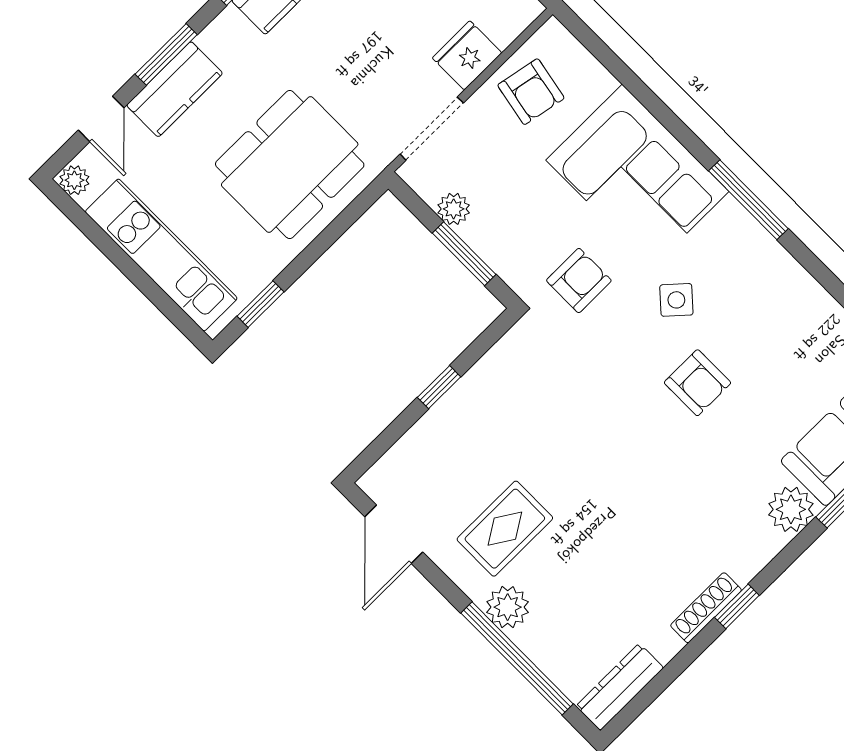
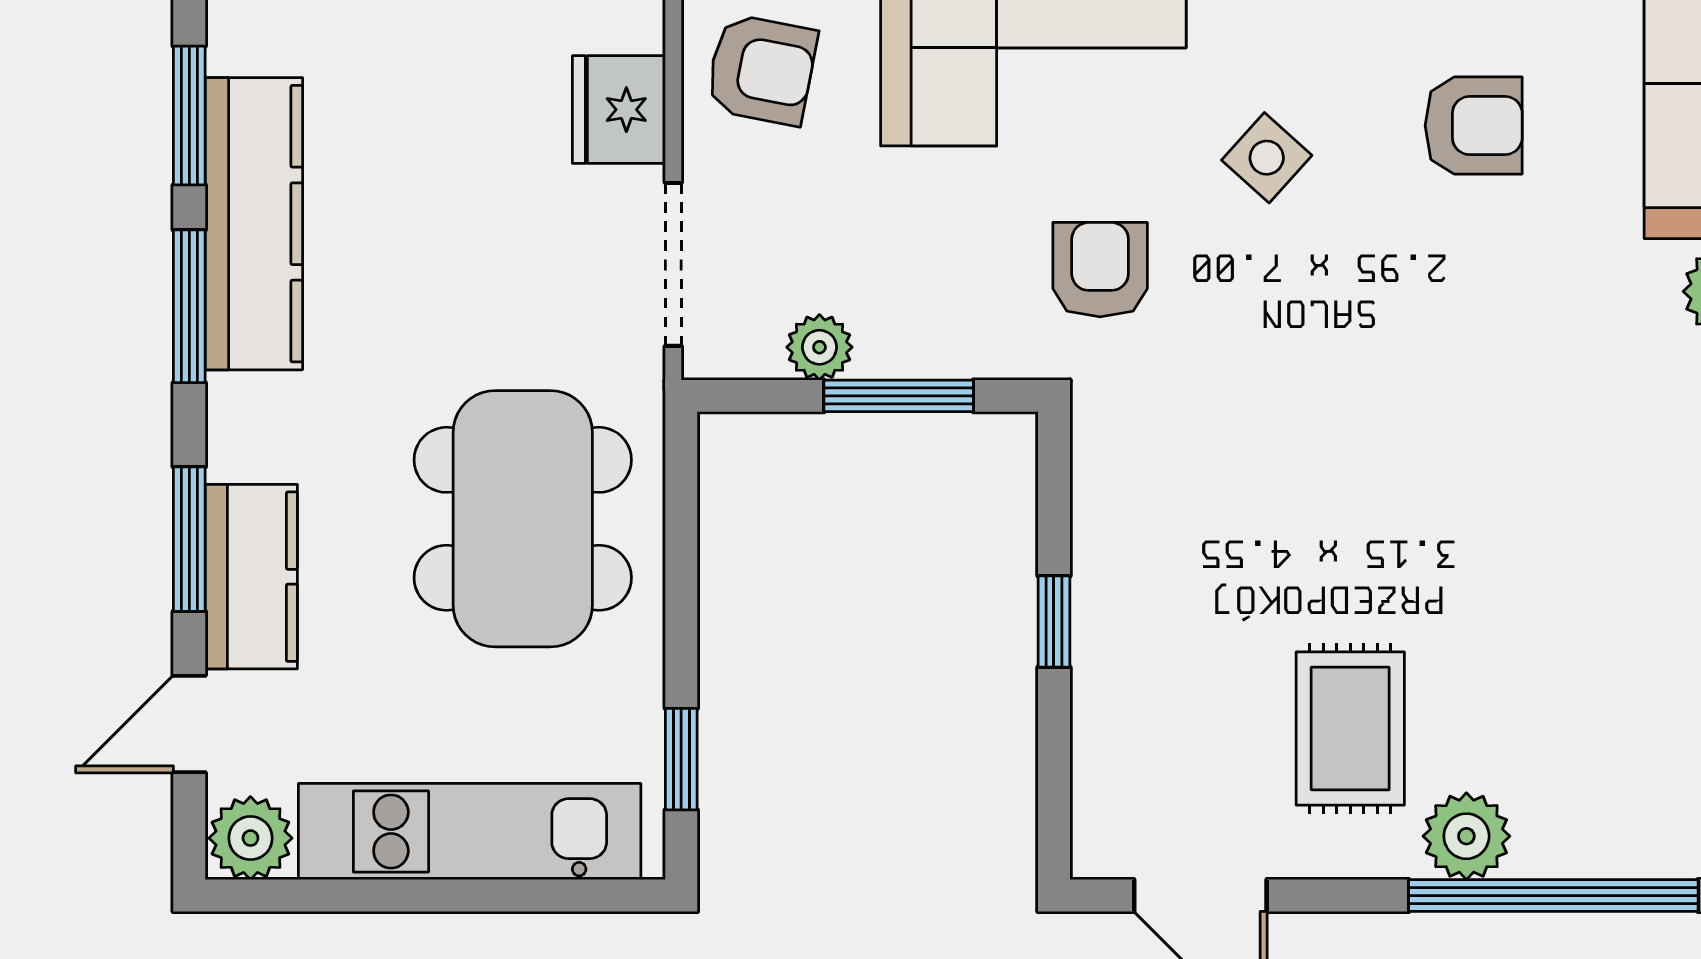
door: (101, 119) -> (189, 724), swing flipped
plant: (74, 180) -> (250, 838), width x1.38, depth x1.38
armchair: (697, 383) -> (1474, 126), moved

